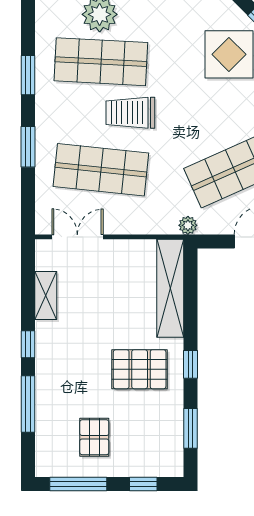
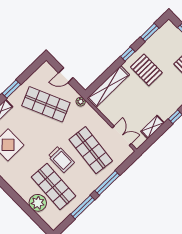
window: (28, 75) -> (83, 207), width x1.44
window: (28, 147) -> (107, 183), width x1.44
double door: (77, 237) -> (122, 136), swing flipped

